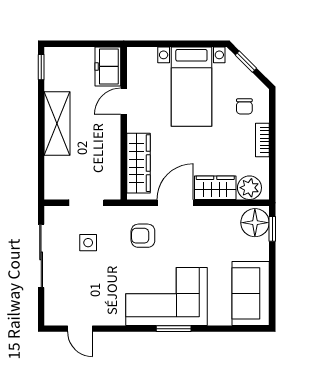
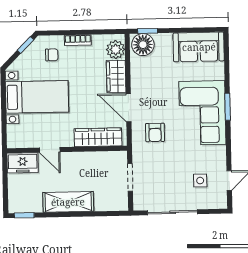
window: (246, 62) -> (26, 45), moved
side table: (88, 243) -> (200, 181), moved

